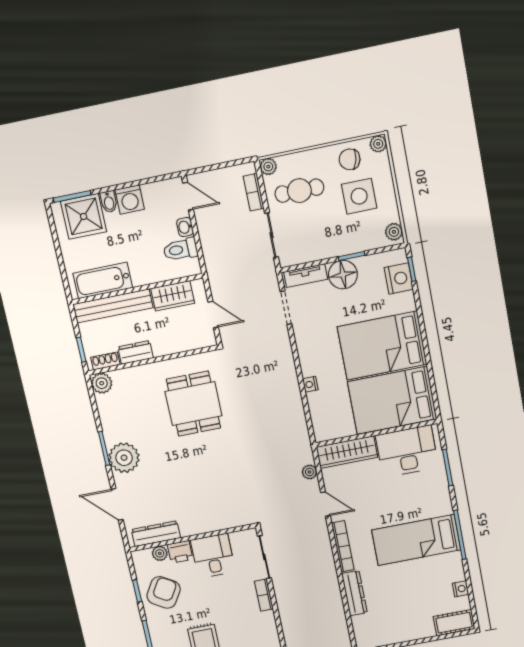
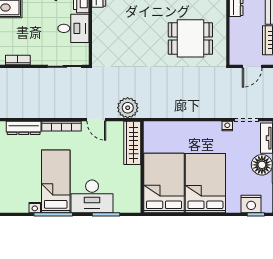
nightstand: (310, 384) -> (227, 126), moved
desk: (407, 451) -> (92, 196), moved, turned 90
plant: (309, 472) -> (128, 108), width x1.88, depth x1.88
door: (325, 504) -> (96, 120), hinge flipped
nightstand: (461, 589) -> (35, 208), moved
bookcase: (264, 595) -> (18, 60), moved

